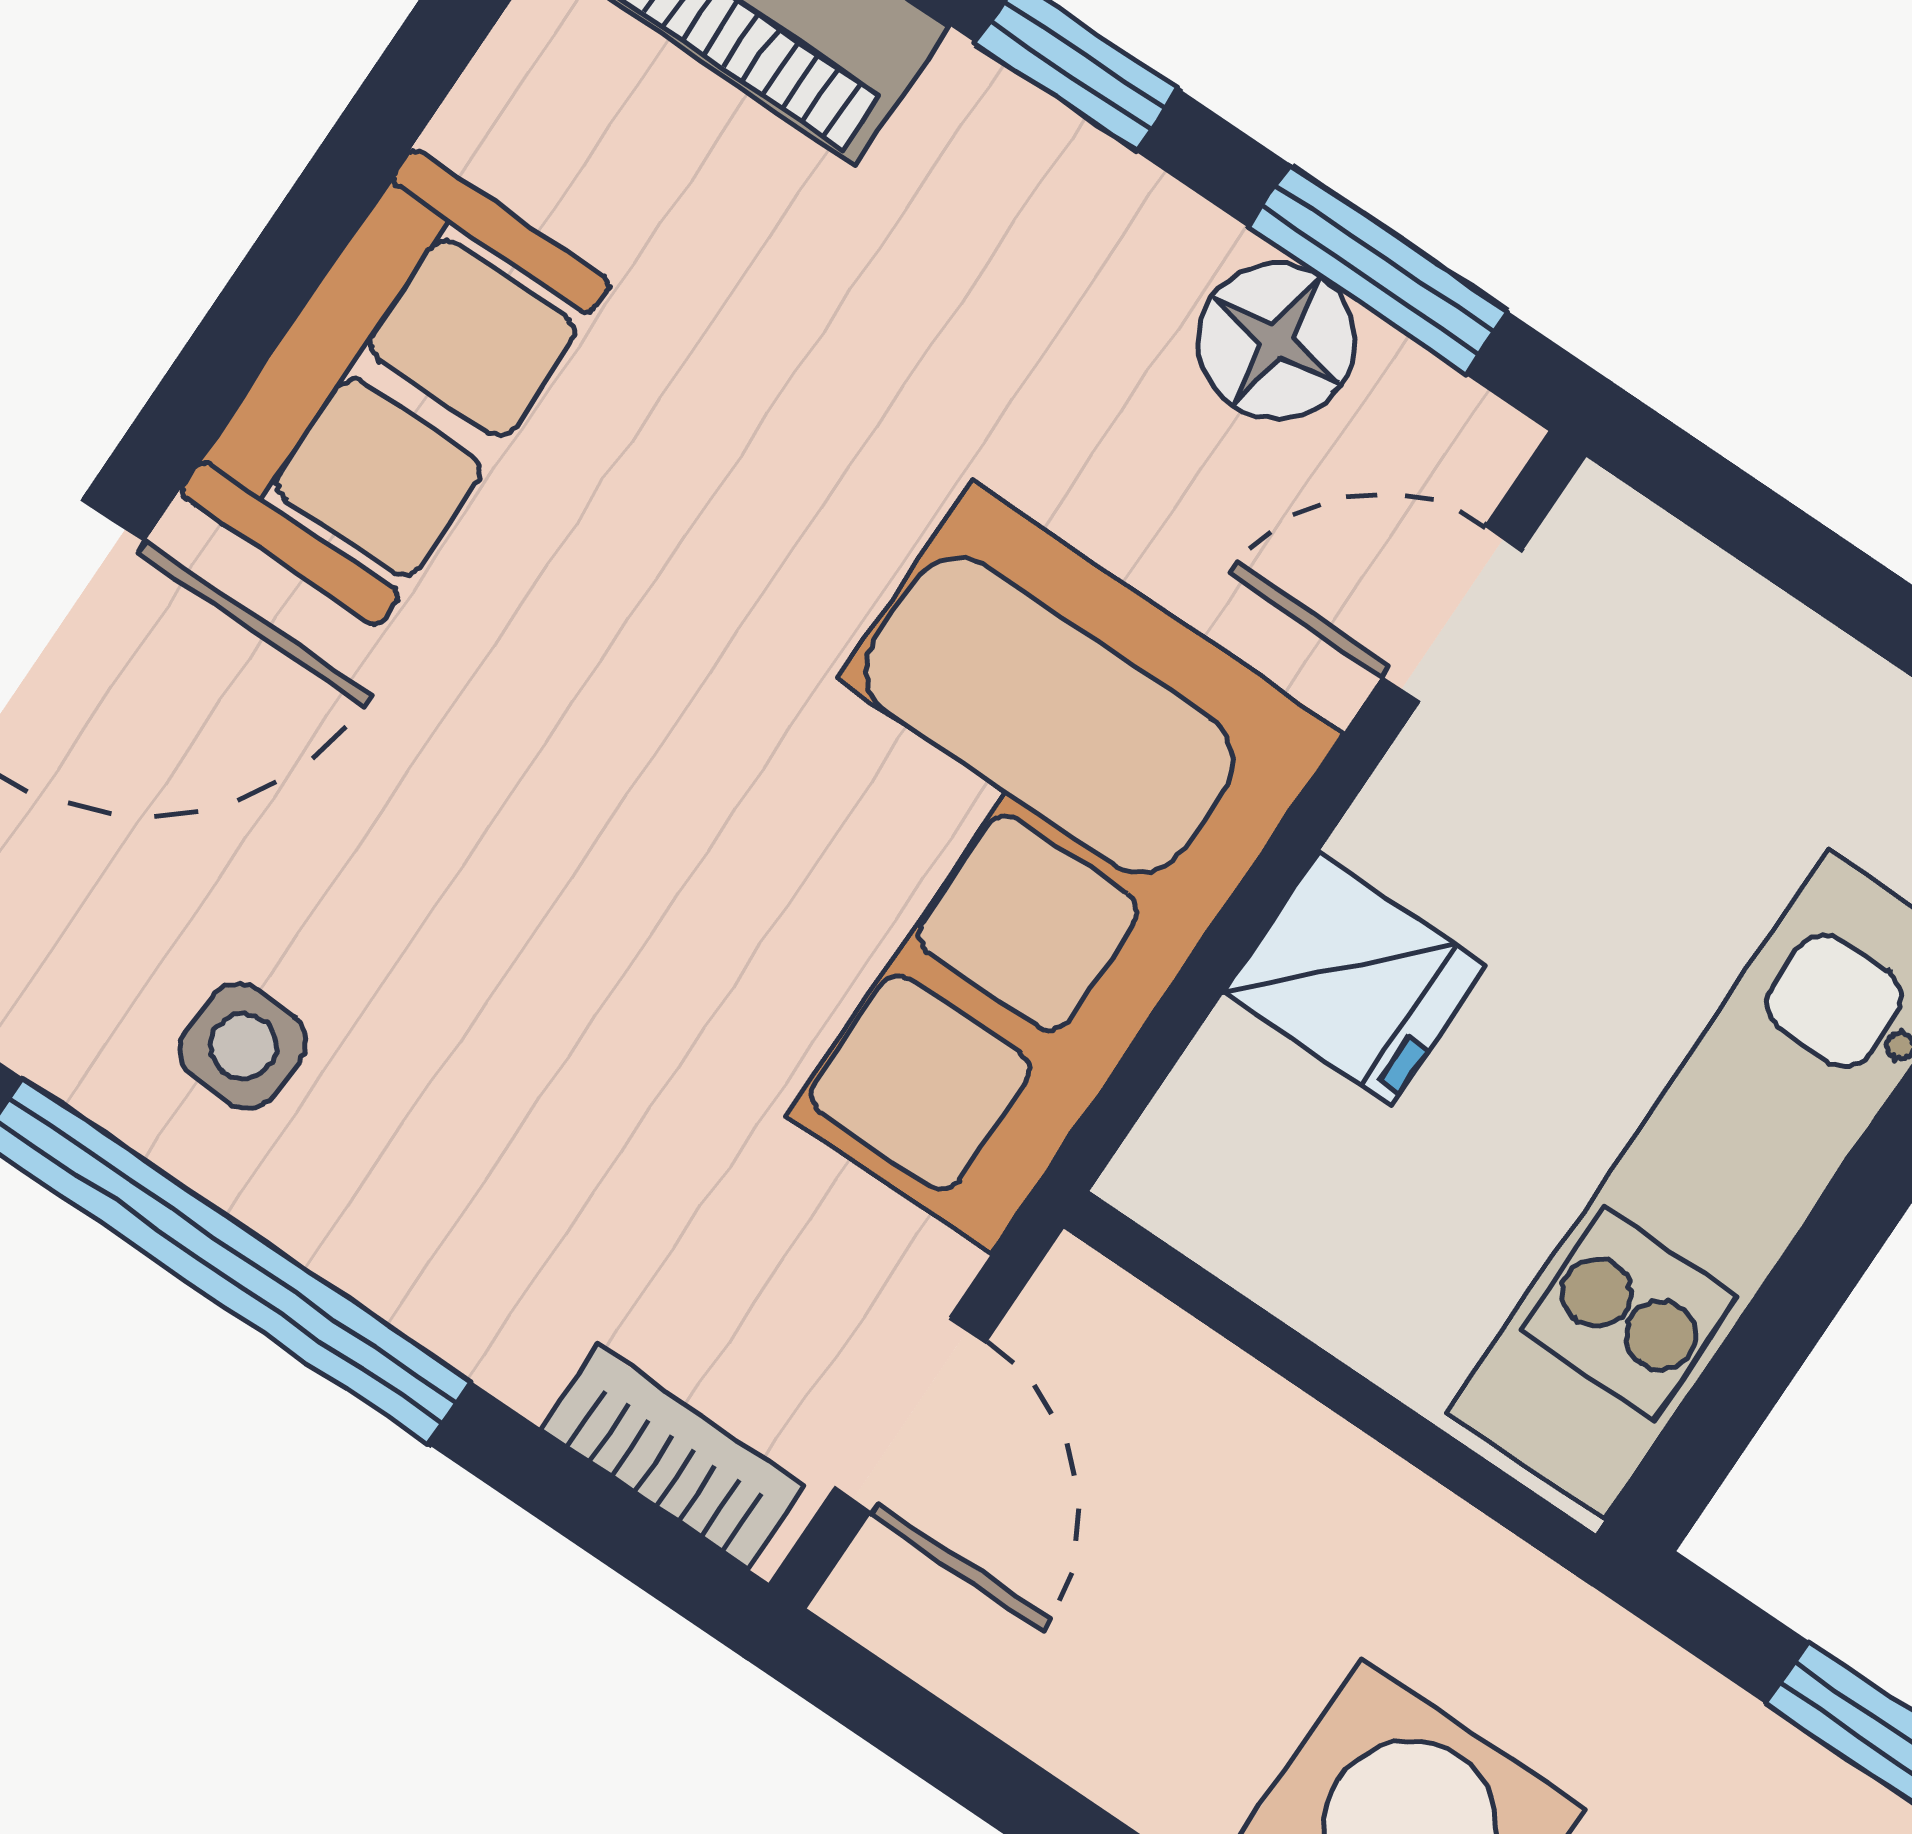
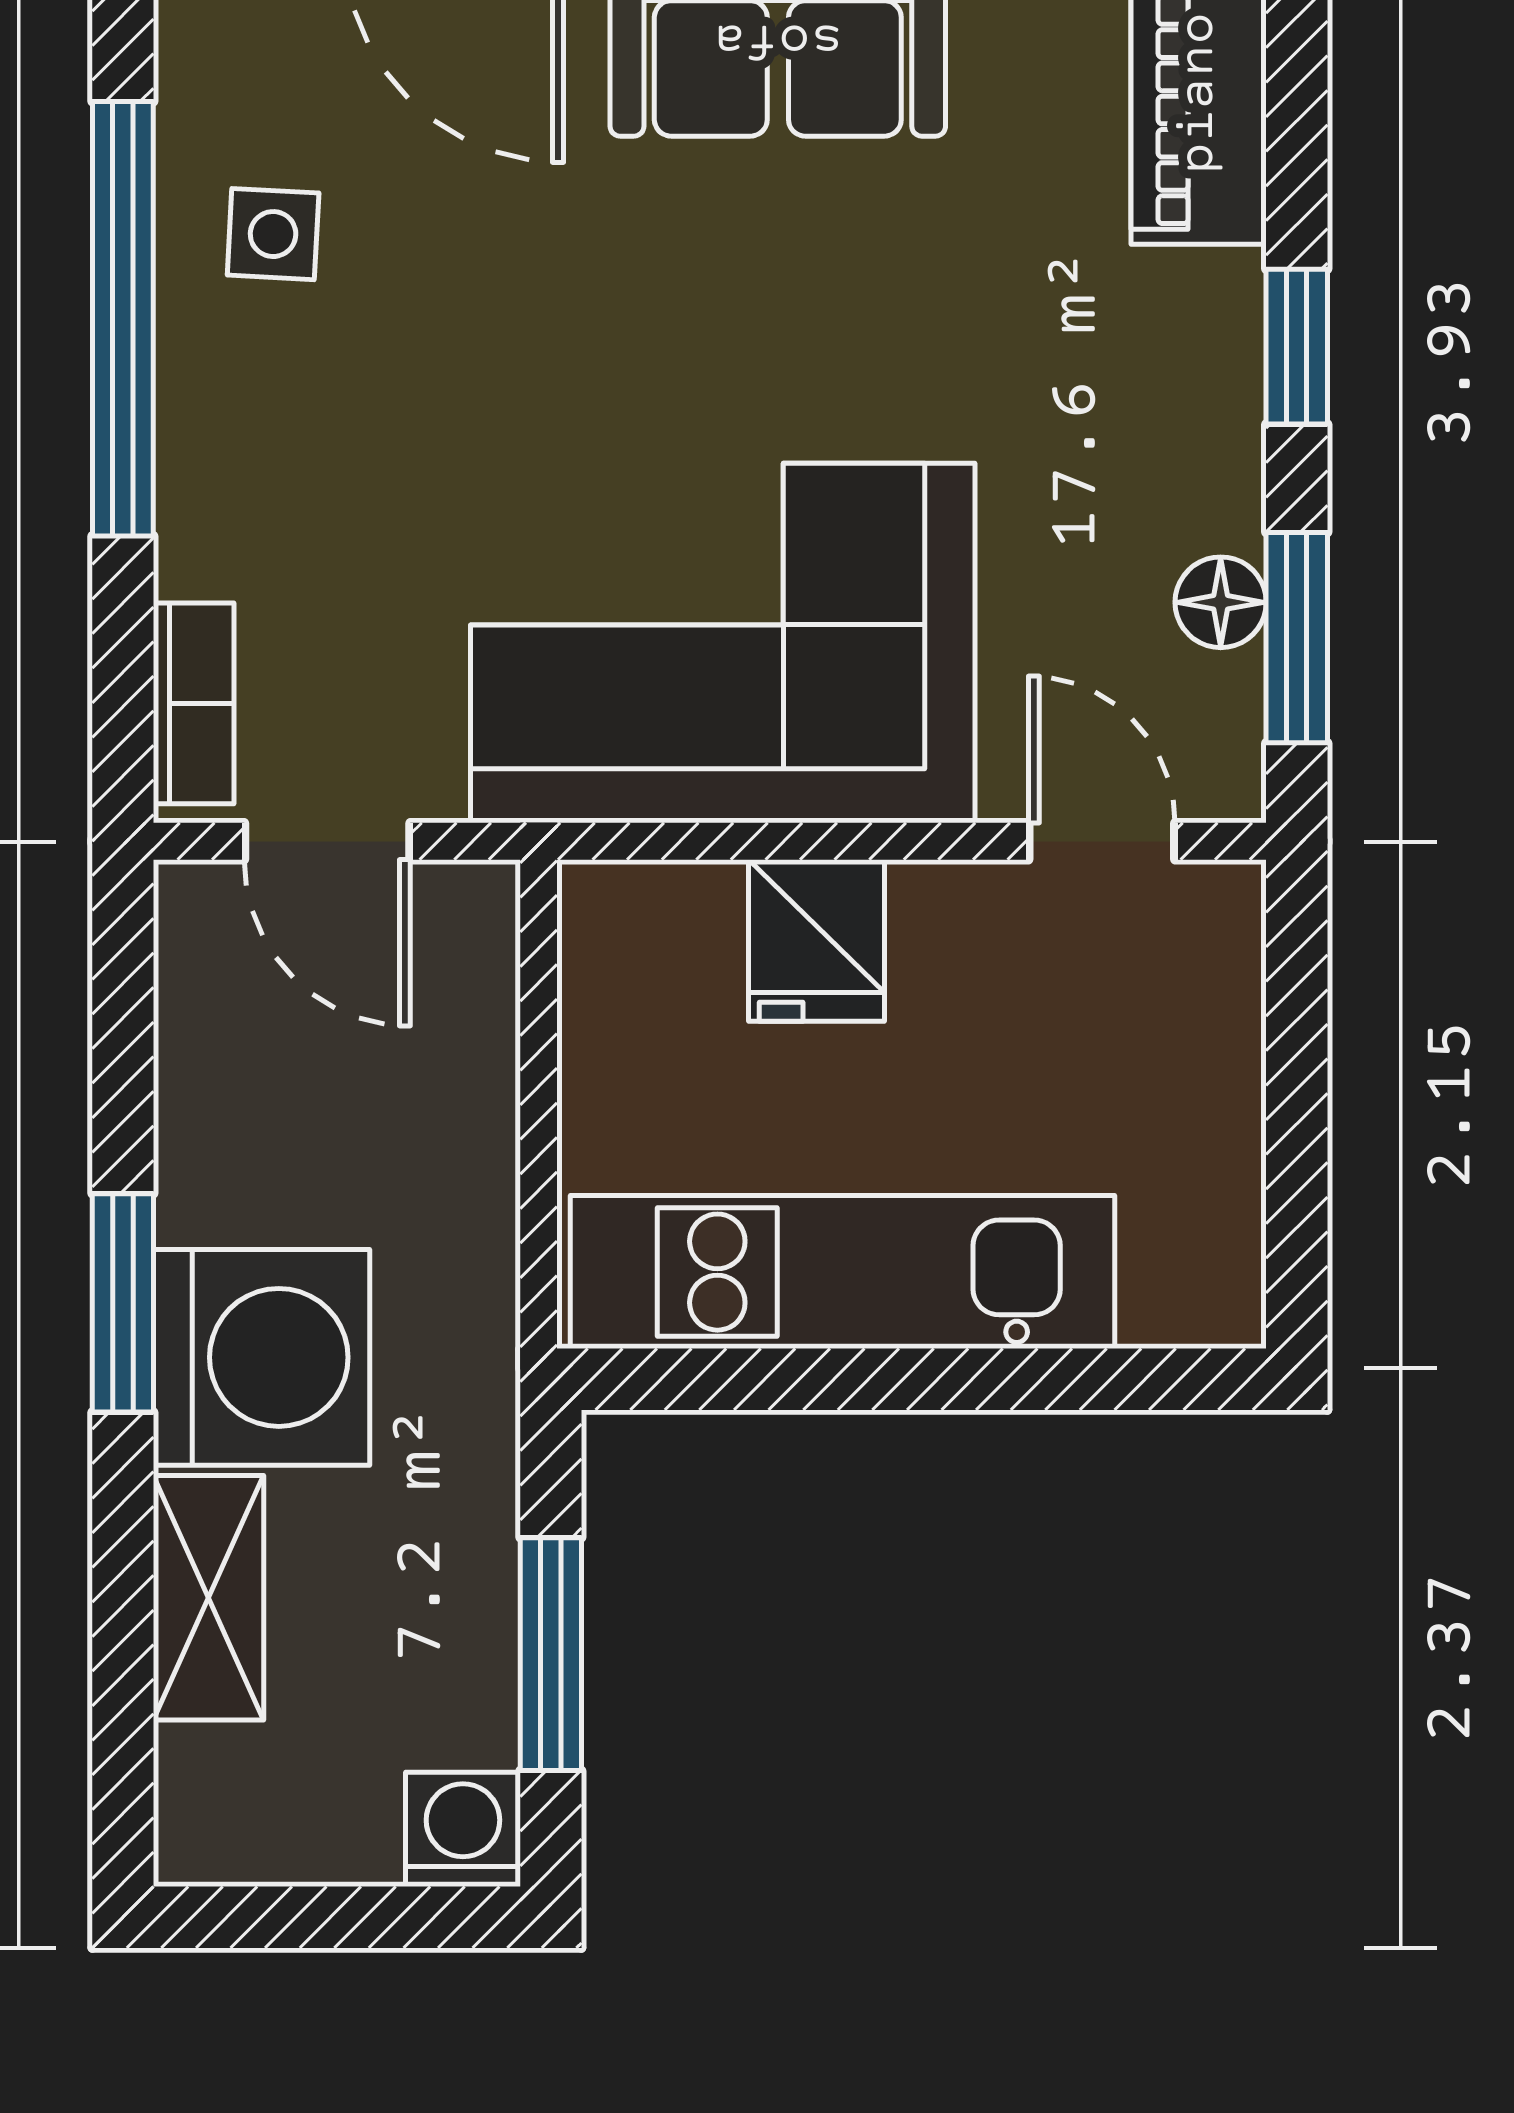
floor lamp: (1276, 341) -> (1221, 602), width x0.73, depth x0.73
door: (910, 1416) -> (327, 841), hinge flipped

